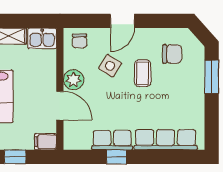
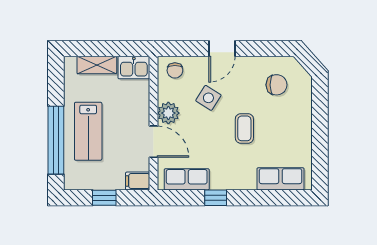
coffee table: (143, 73) -> (244, 128), moved
window: (212, 77) -> (320, 110), removed
row of seats: (112, 140) -> (187, 179), moved
row of seats: (166, 140) -> (281, 179), width x0.68

